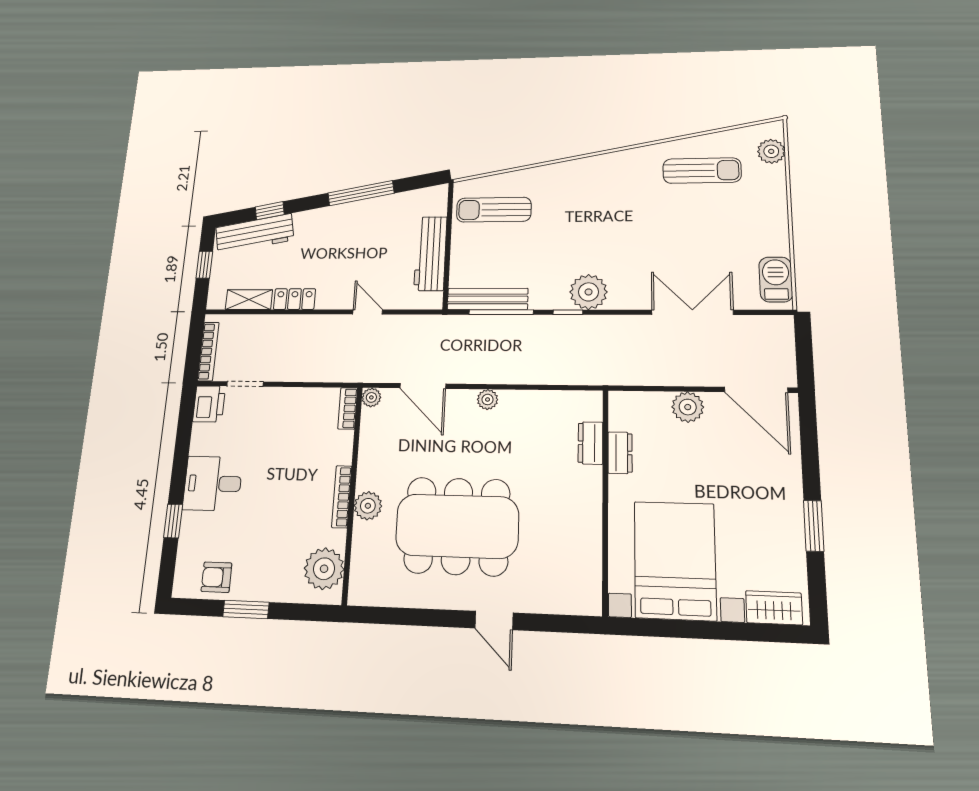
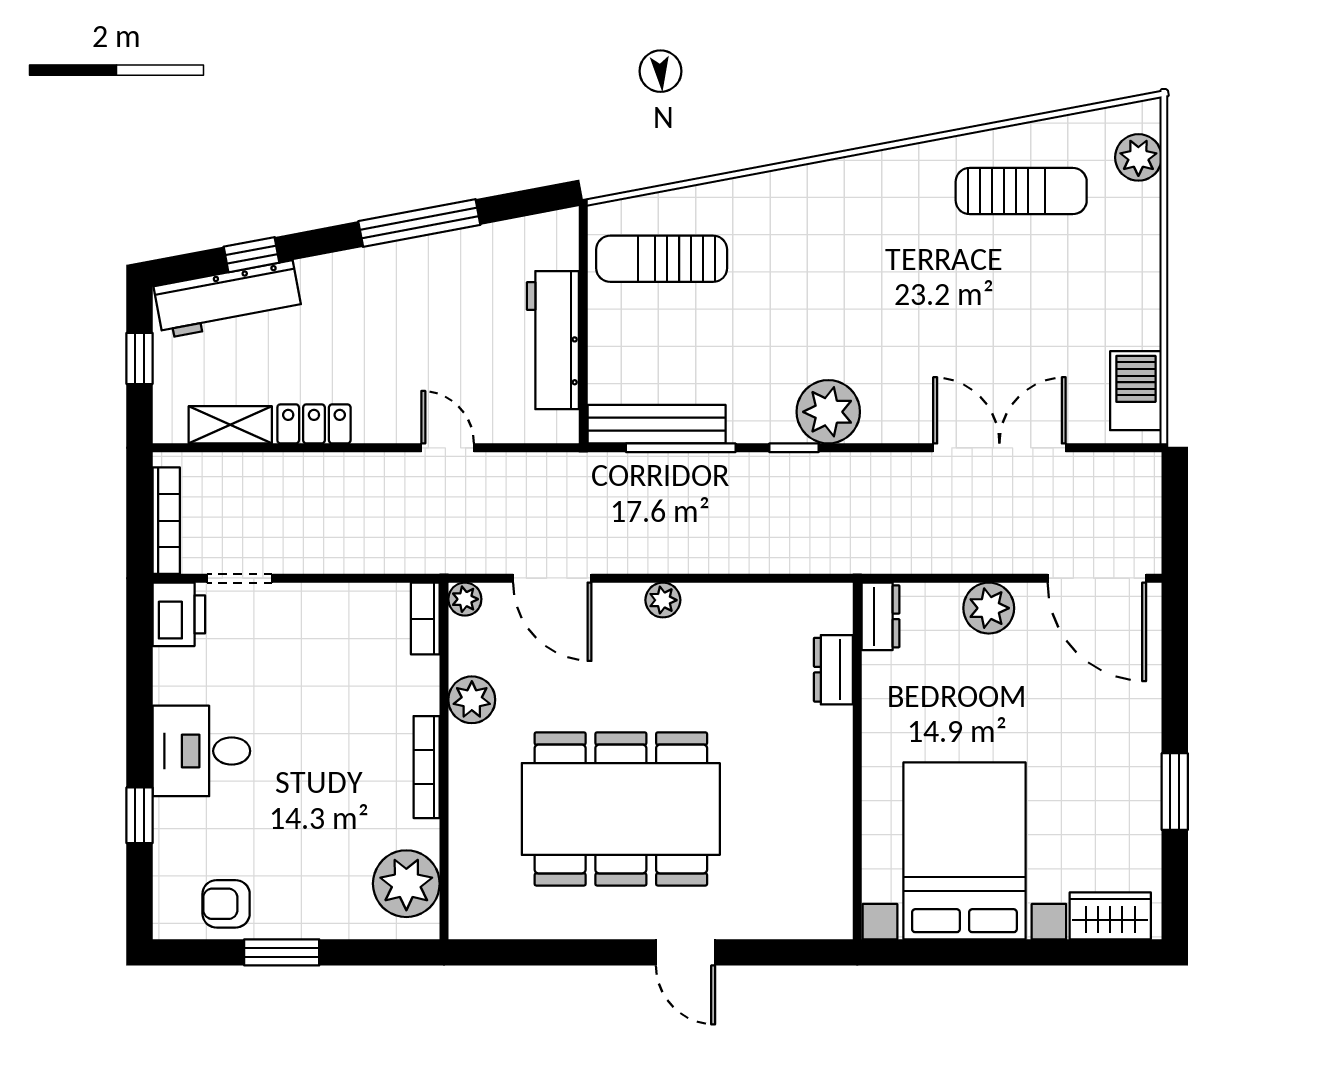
dresser: (620, 453) -> (881, 616), moved
plant: (368, 506) -> (472, 700), moved

